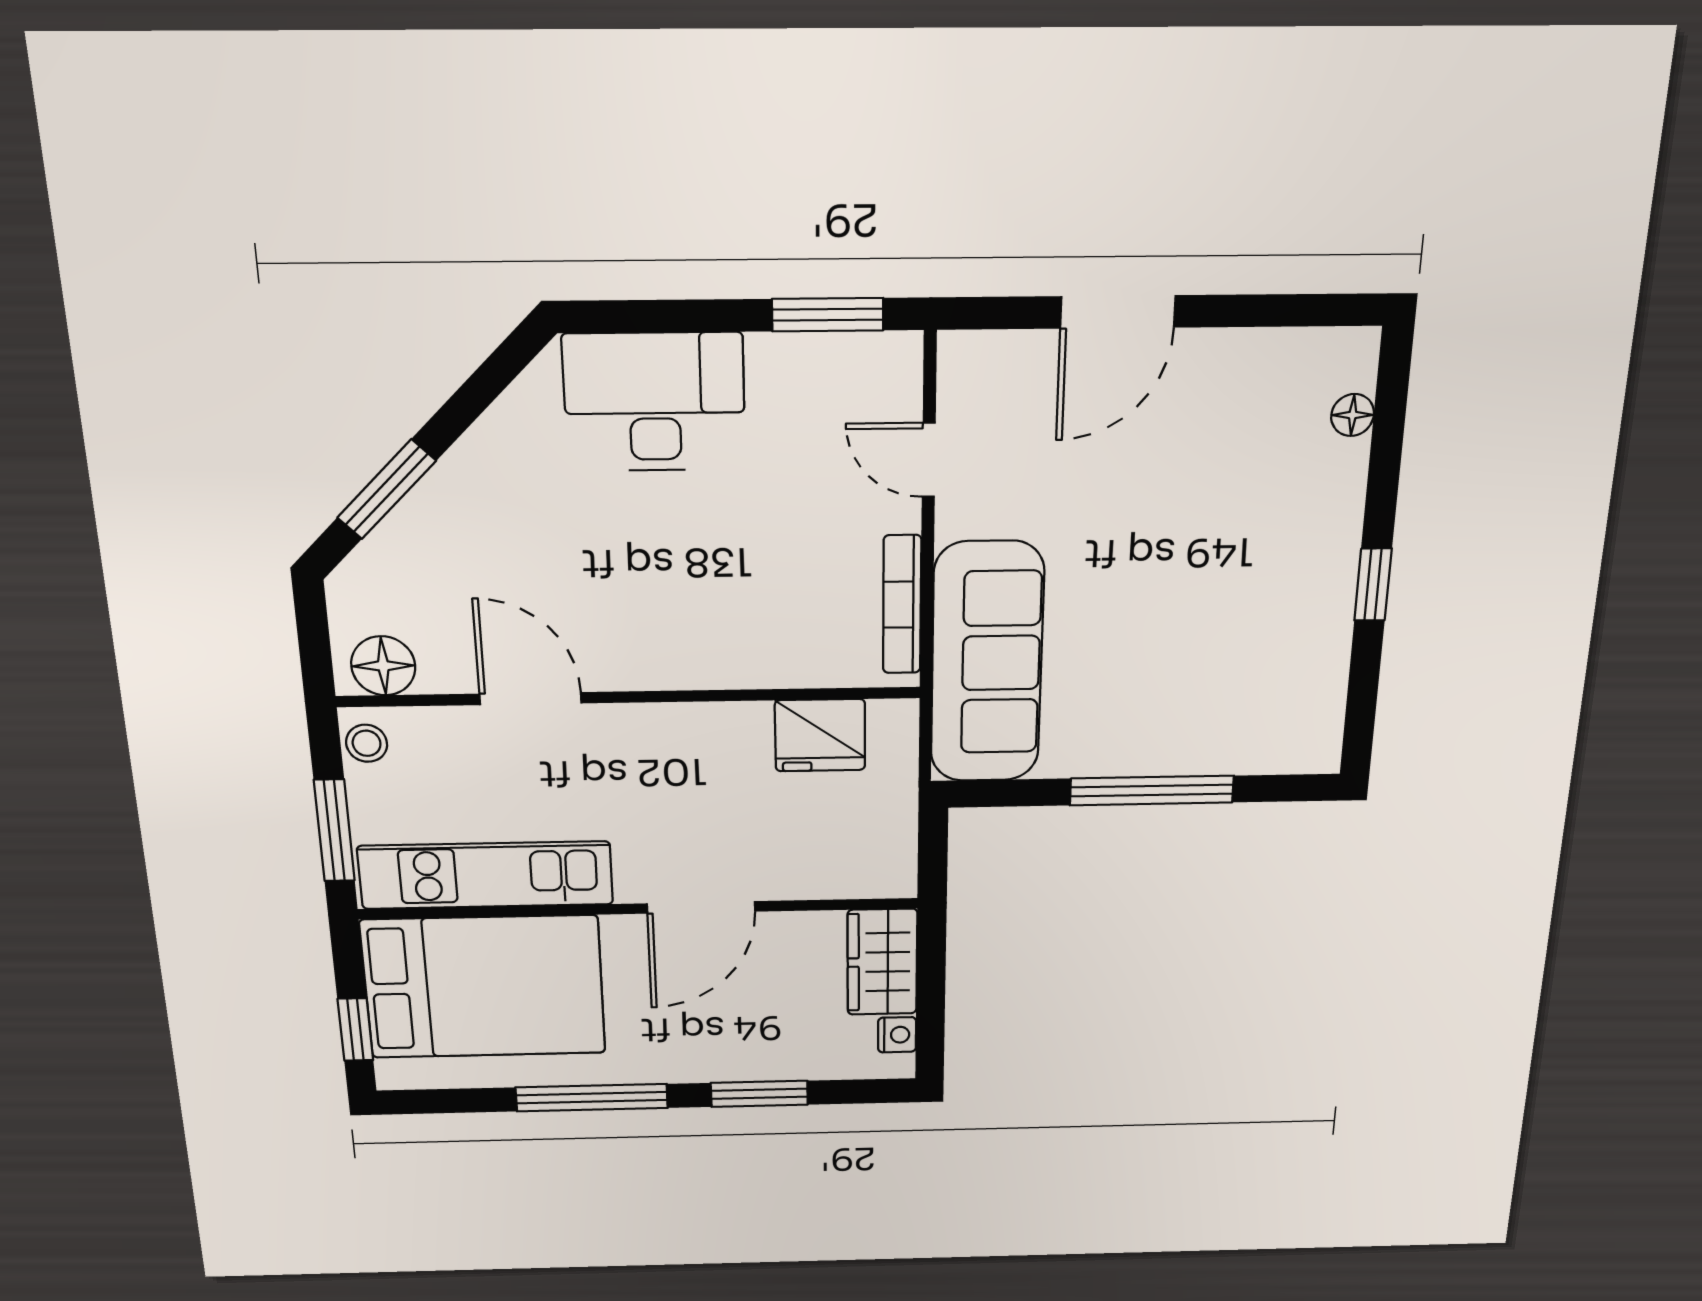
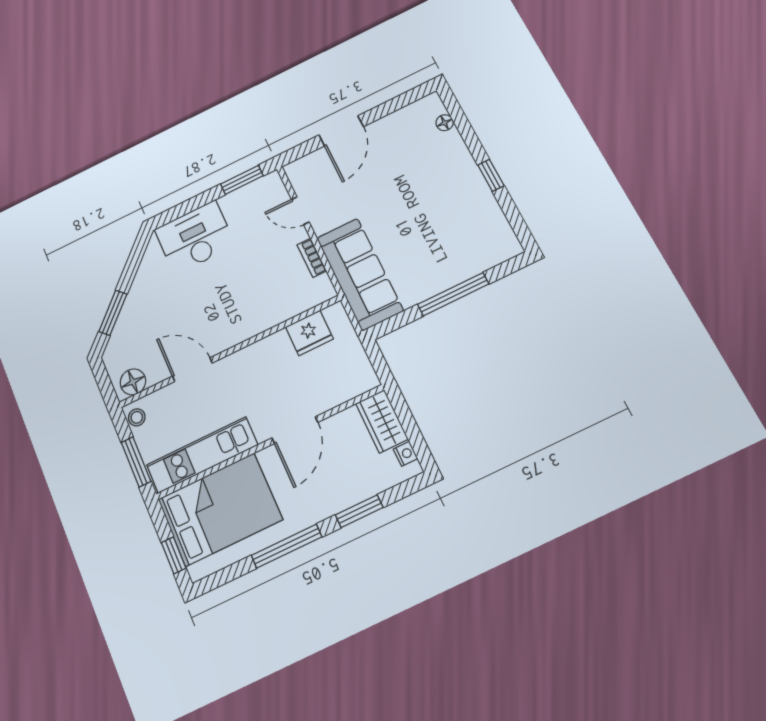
bookcase: (902, 605) -> (312, 258), width x0.64

